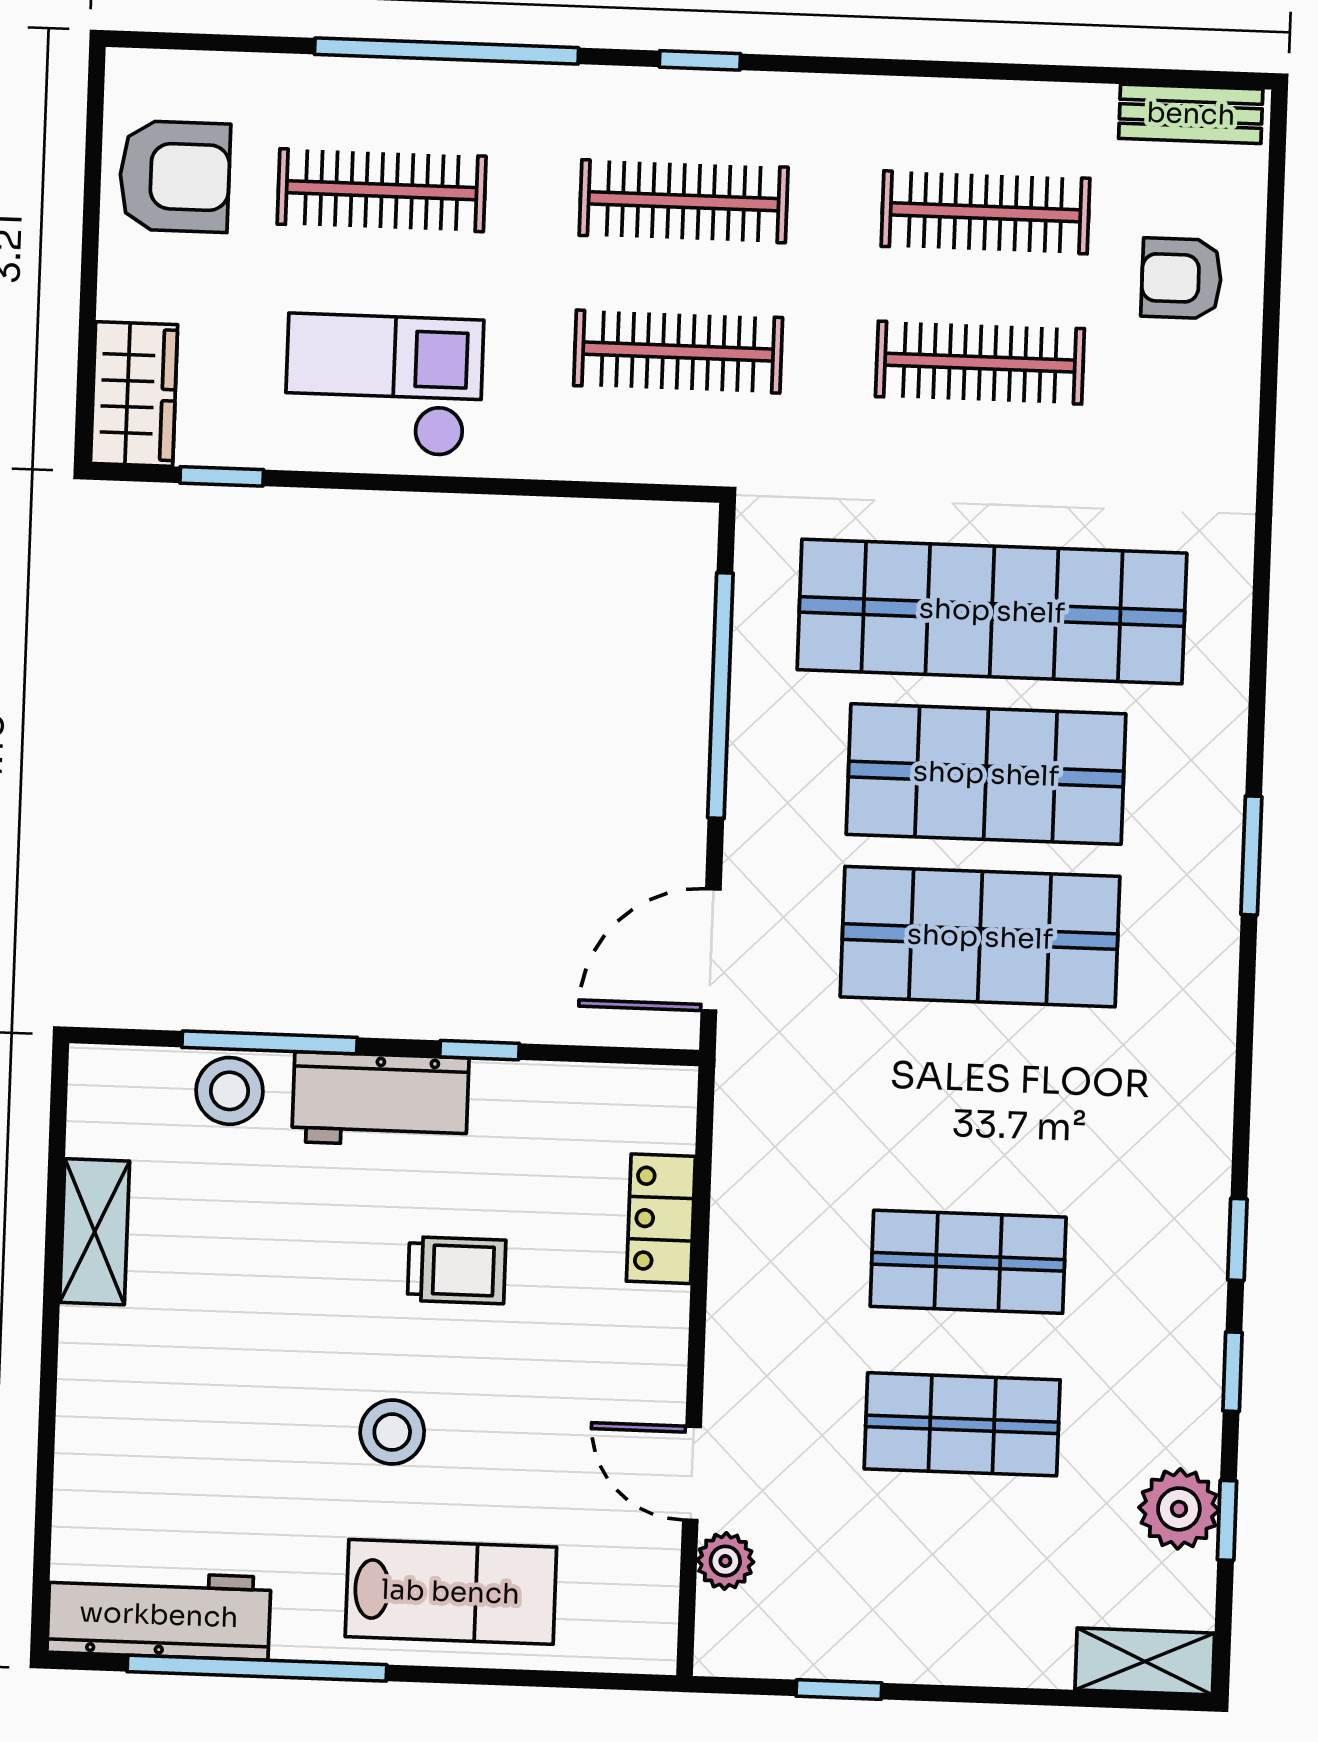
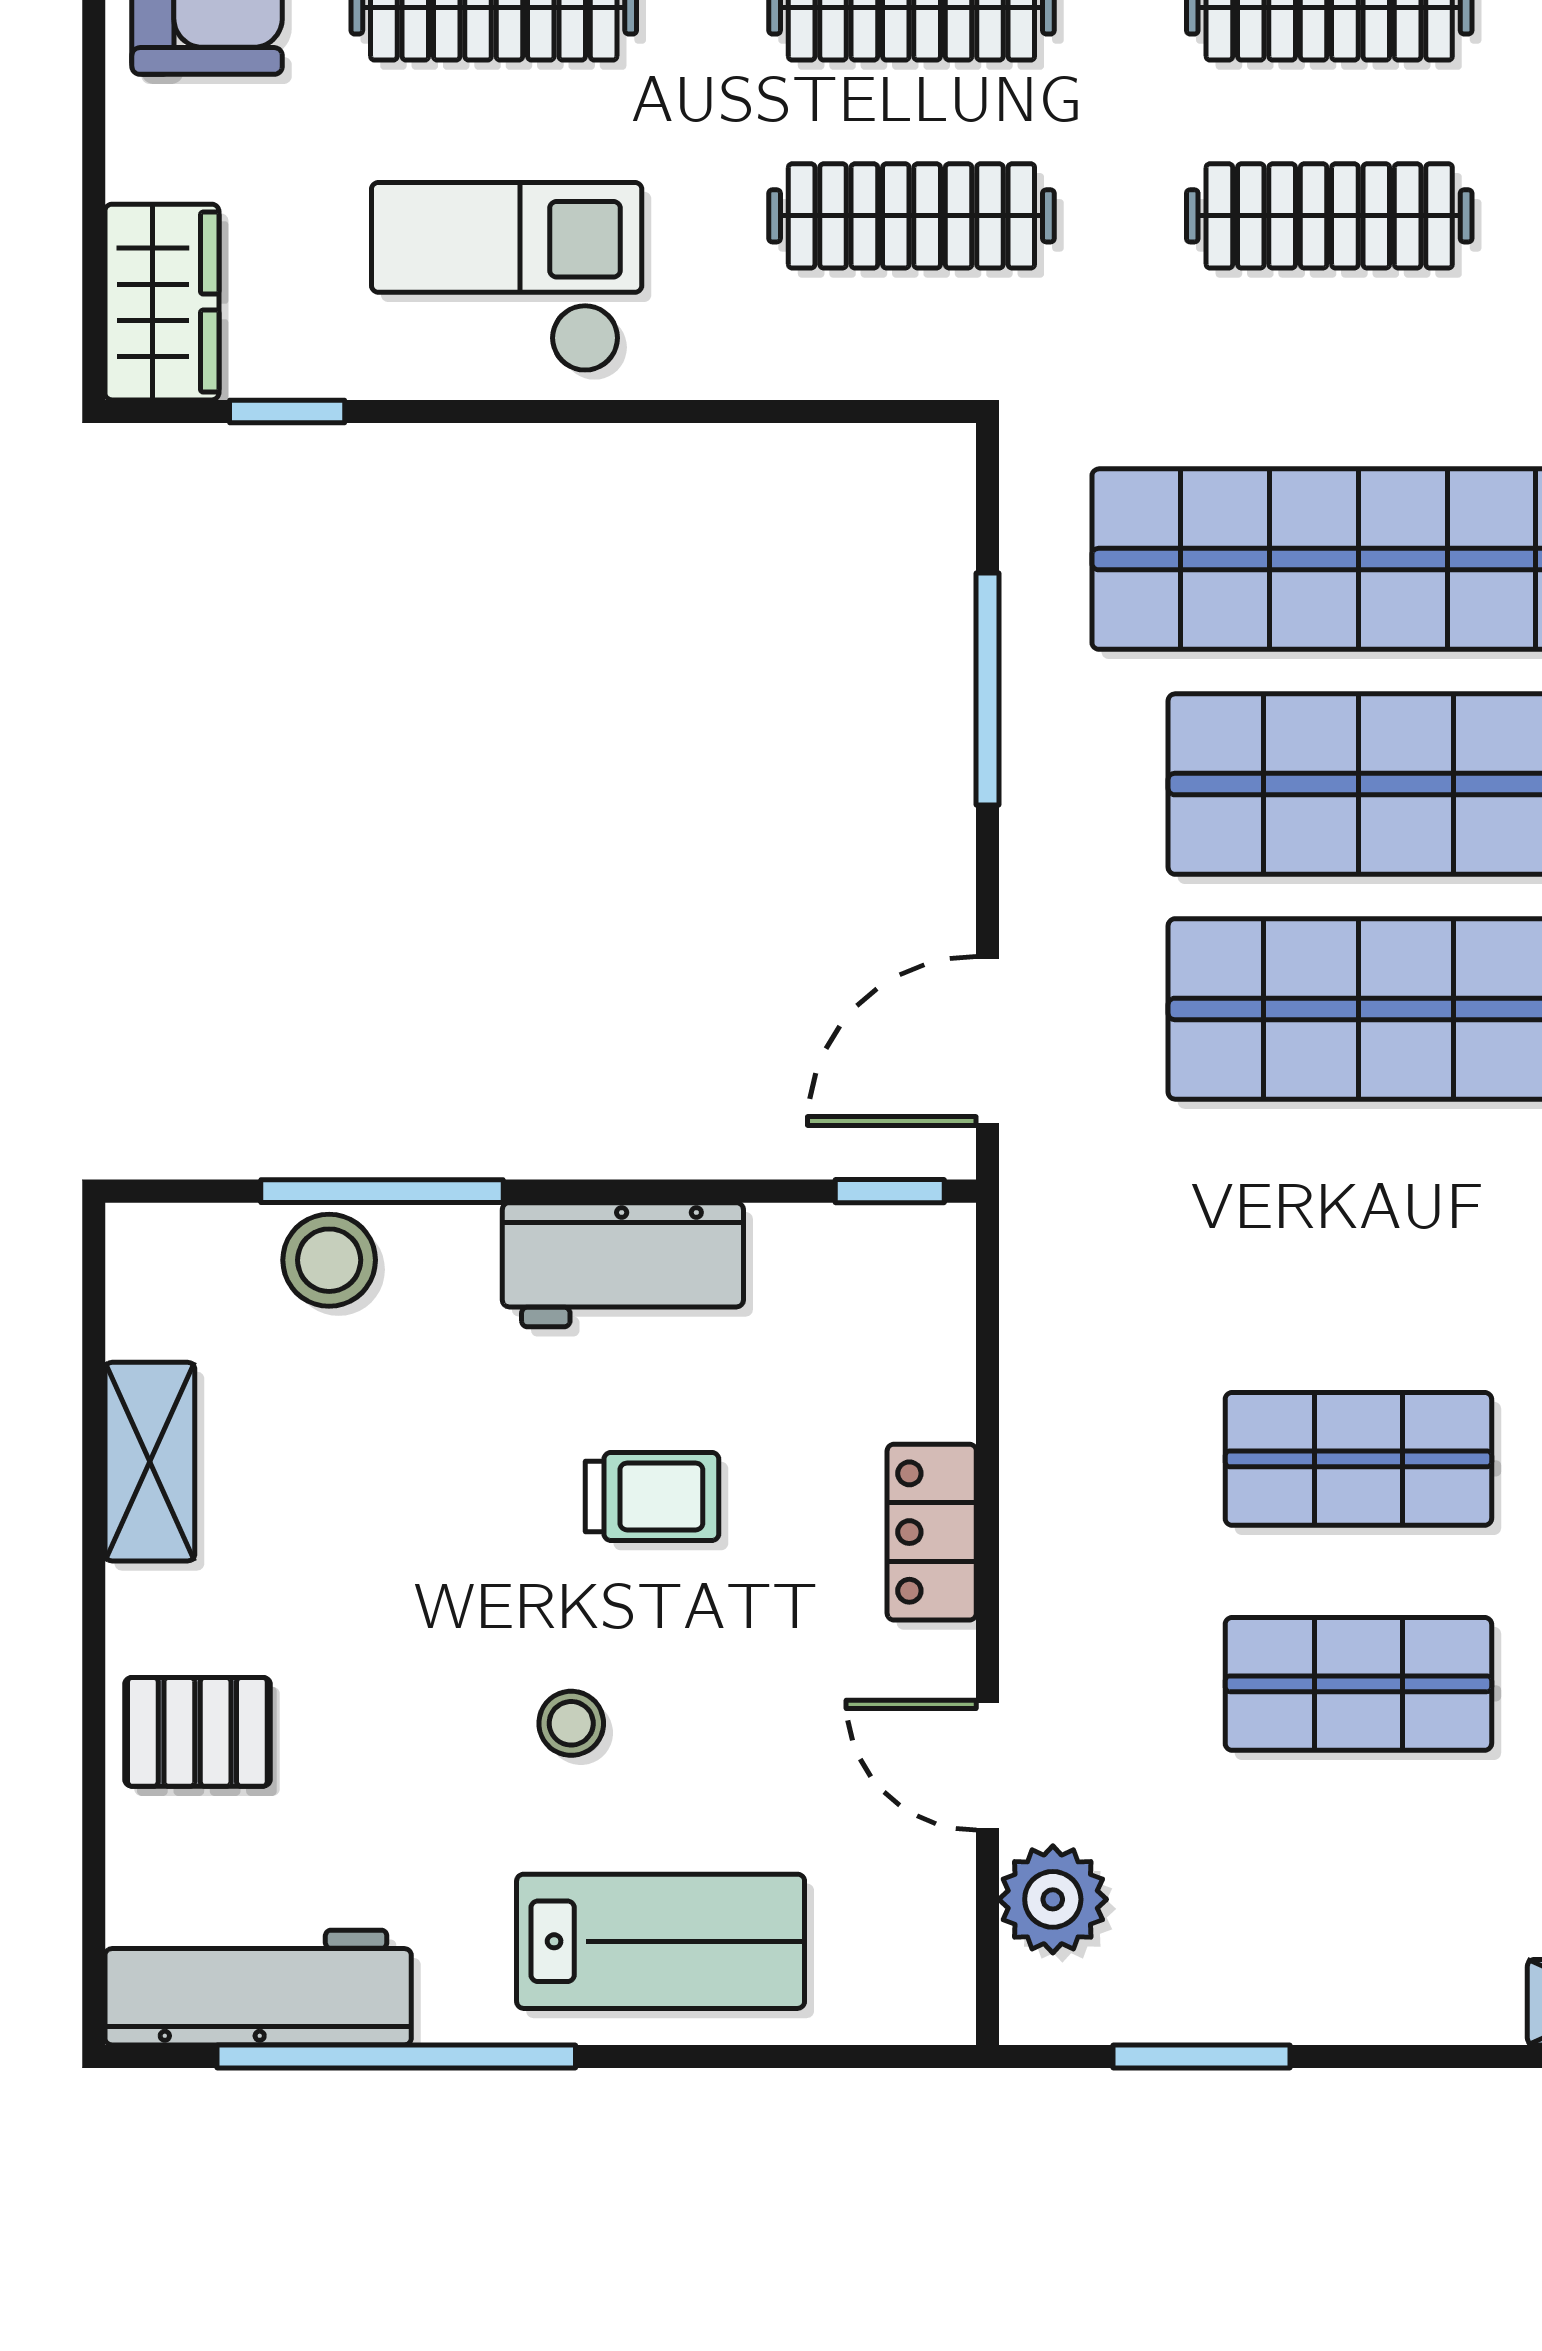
window: (720, 696) -> (988, 689), width x0.68
window: (480, 1050) -> (890, 1191), moved
workbench: (380, 1100) -> (623, 1265), moved
locker: (661, 1219) -> (932, 1532), moved
pallet: (122, 1428) -> (197, 1732), added
stool: (392, 1432) -> (571, 1723), width x0.73, depth x0.73
plant: (725, 1561) -> (1053, 1899), width x1.38, depth x1.38
window: (839, 1689) -> (1201, 2056), width x1.50

